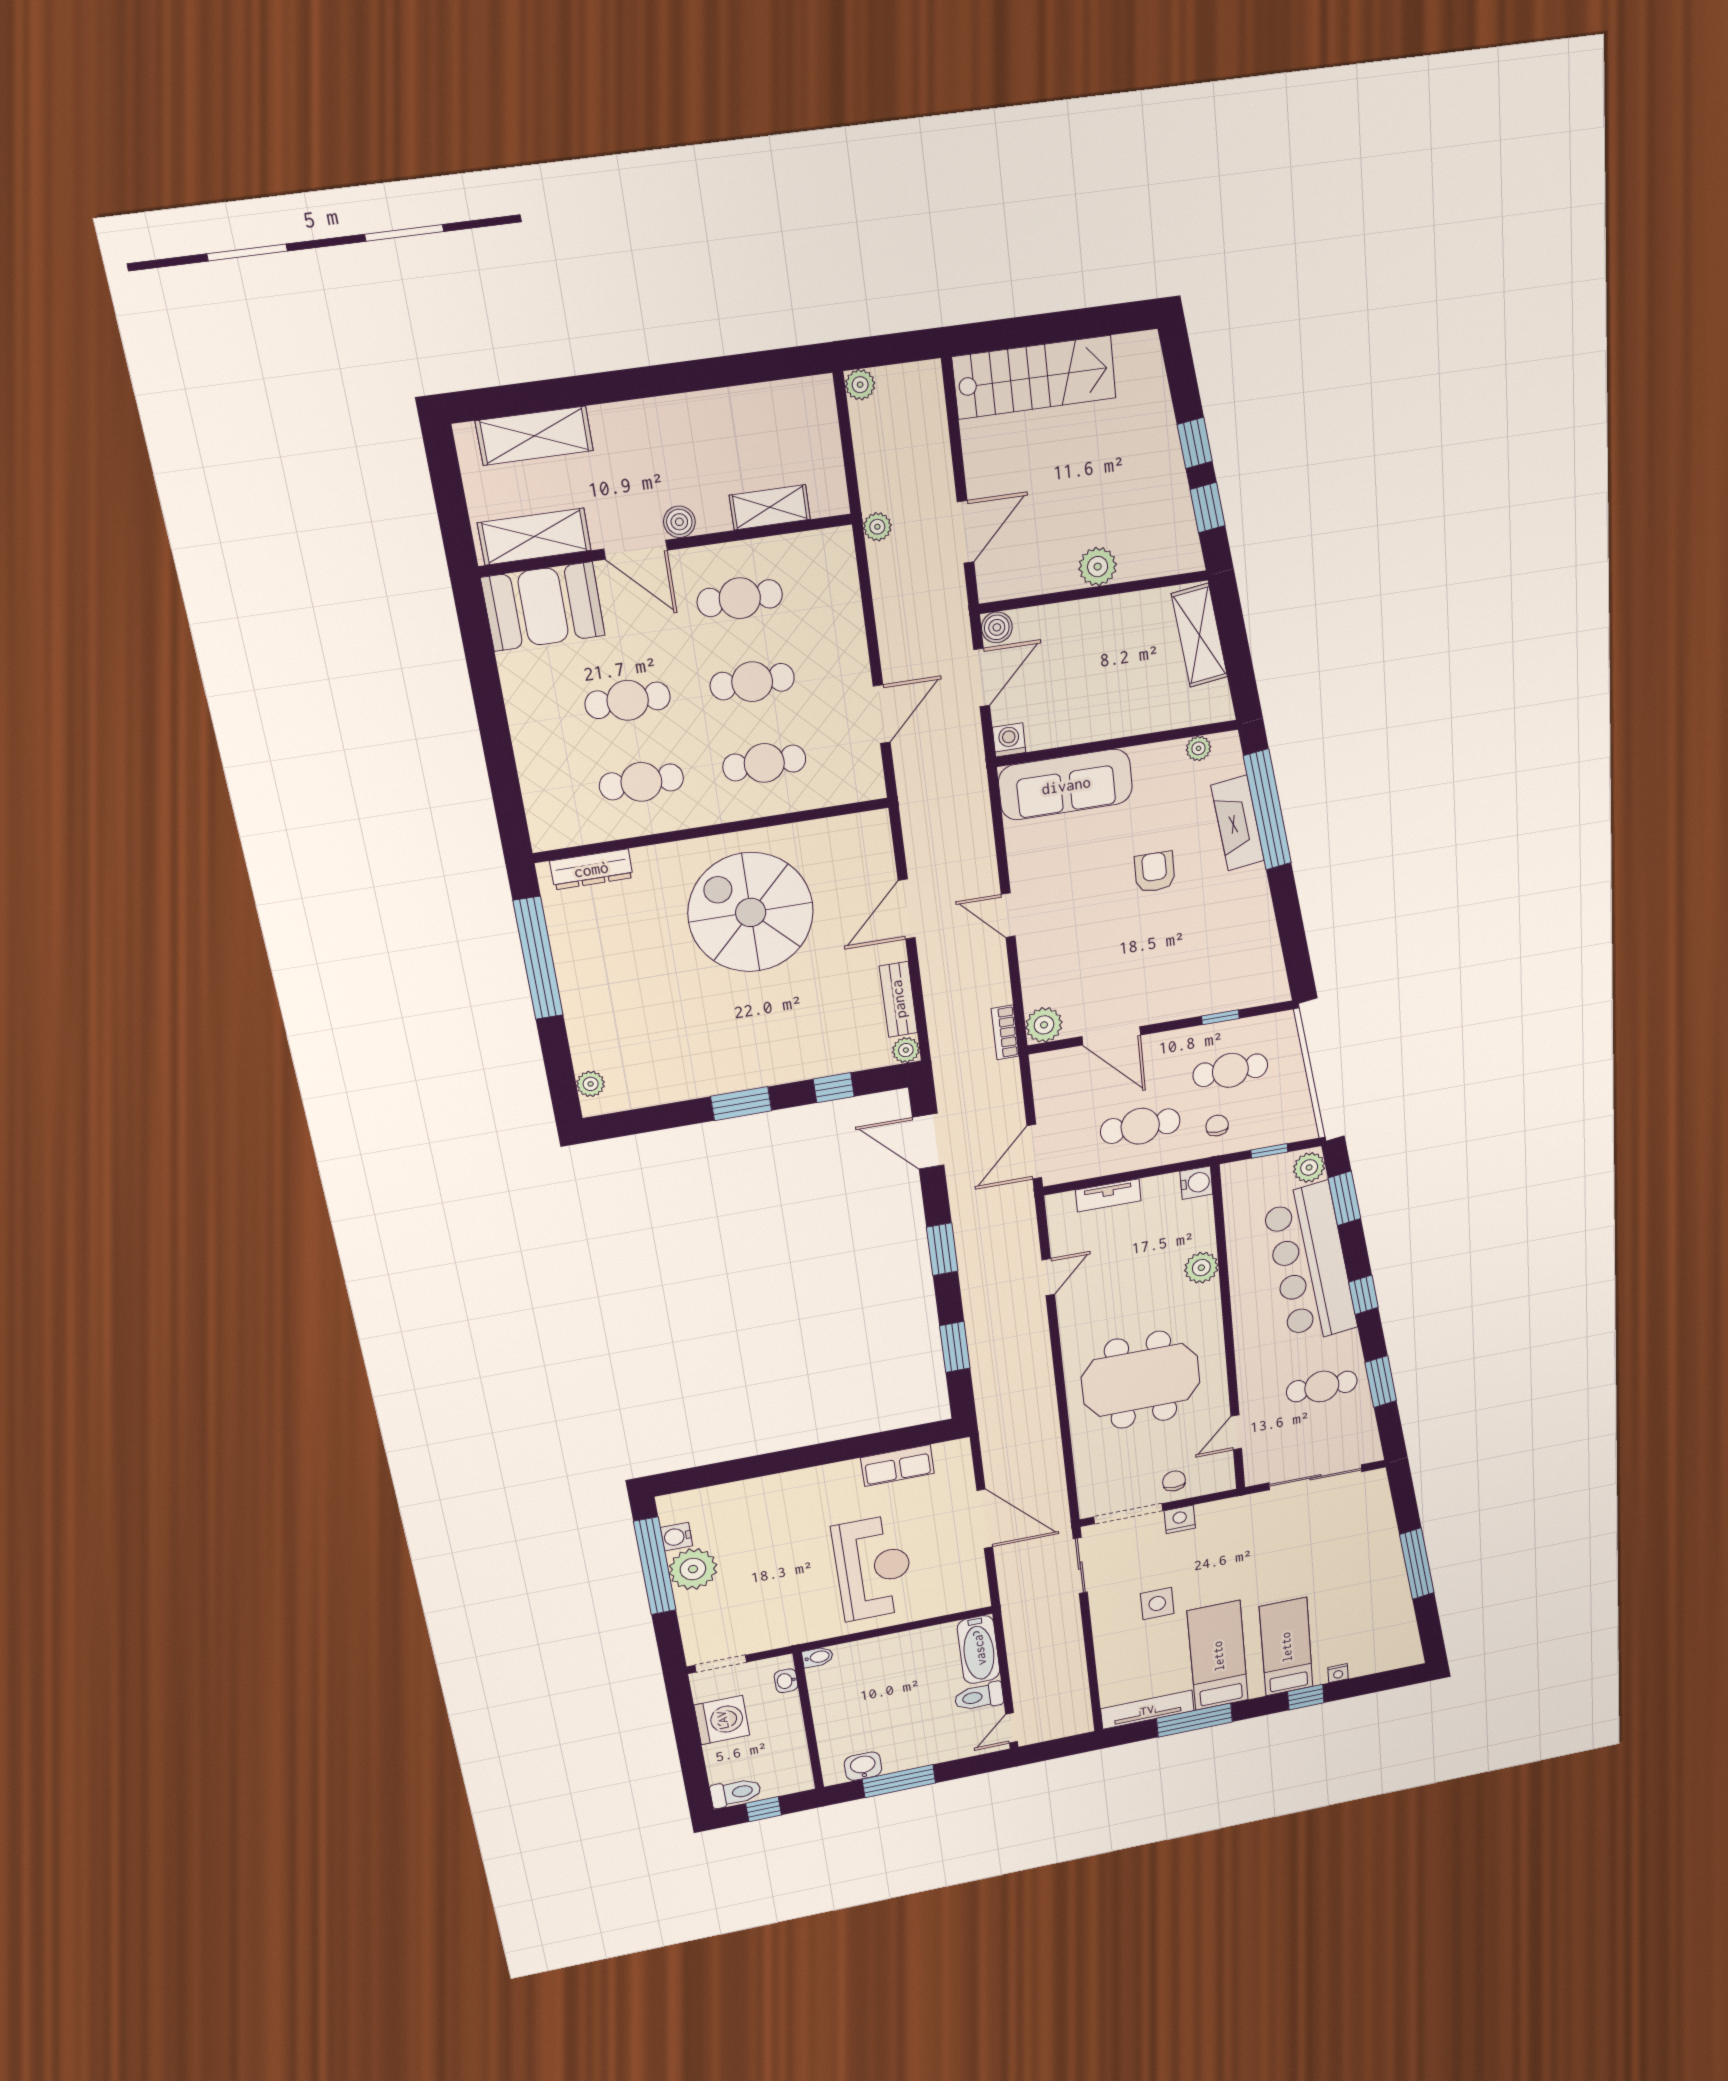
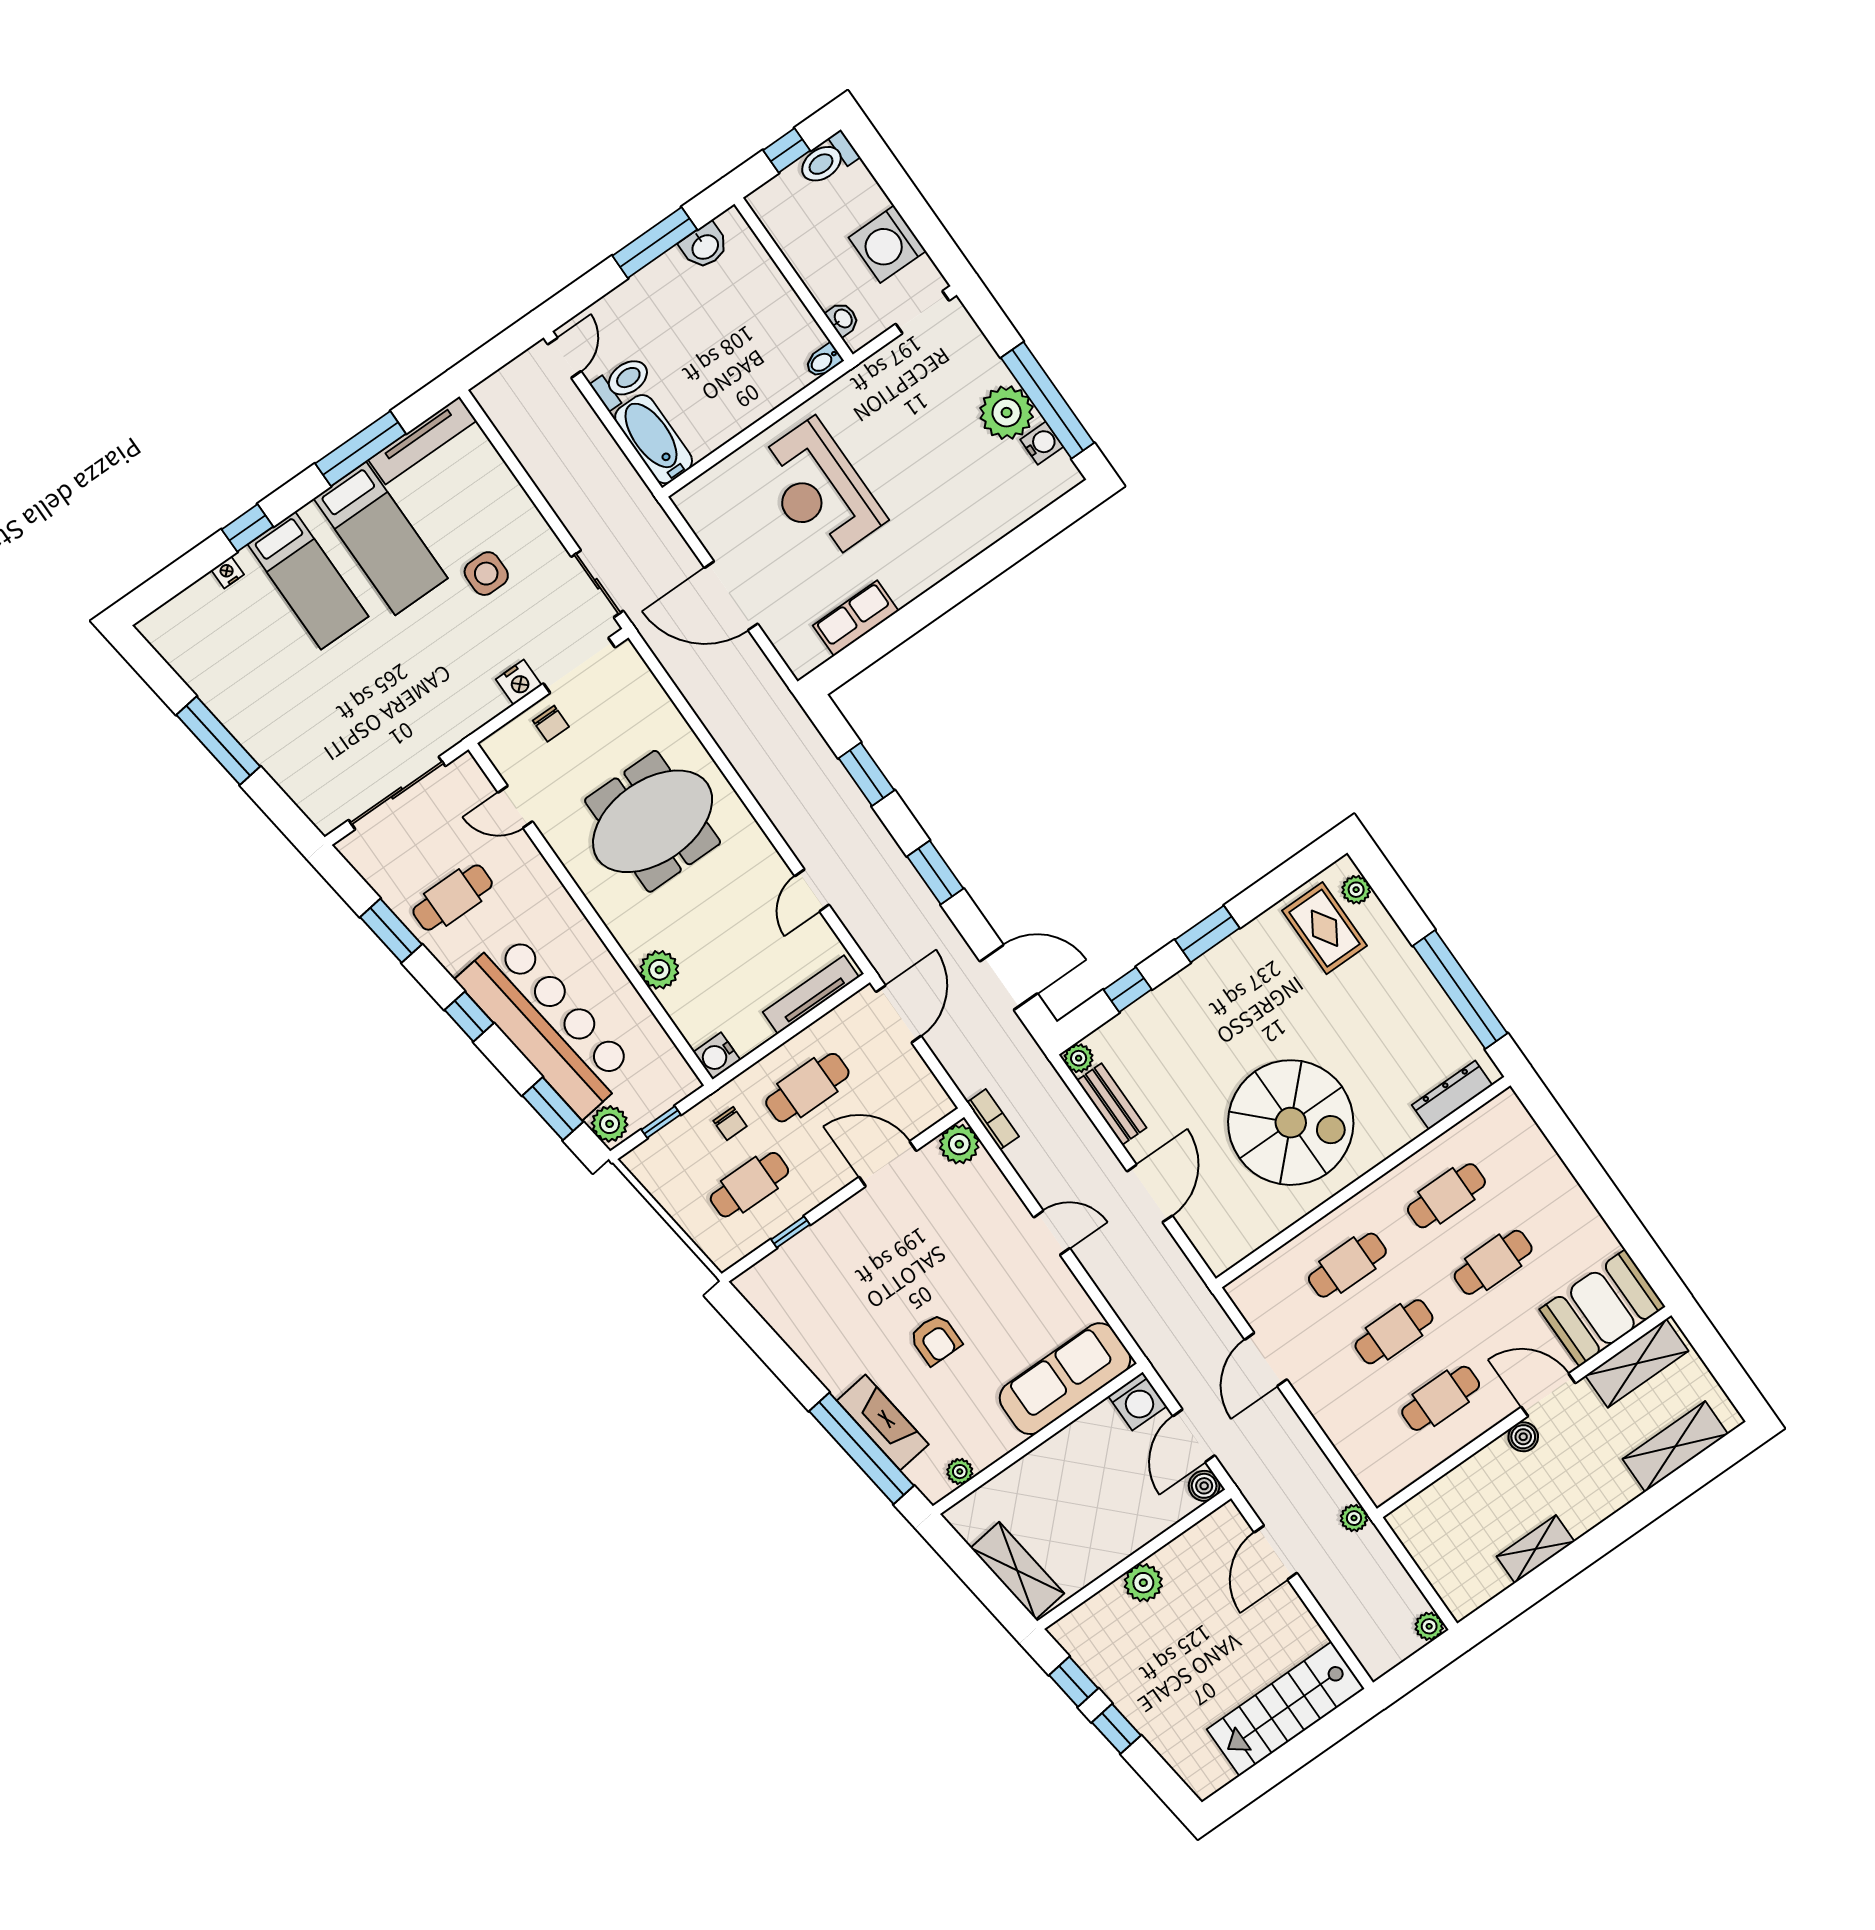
shelving: (770, 507) -> (1536, 1549), moved
washing machine: (1009, 740) -> (1138, 1401), width x1.38, depth x1.38
rug: (635, 1064) -> (1325, 928), added
tv unit: (1108, 1195) -> (811, 994), width x1.41
door: (1236, 1432) -> (515, 807), swing flipped

